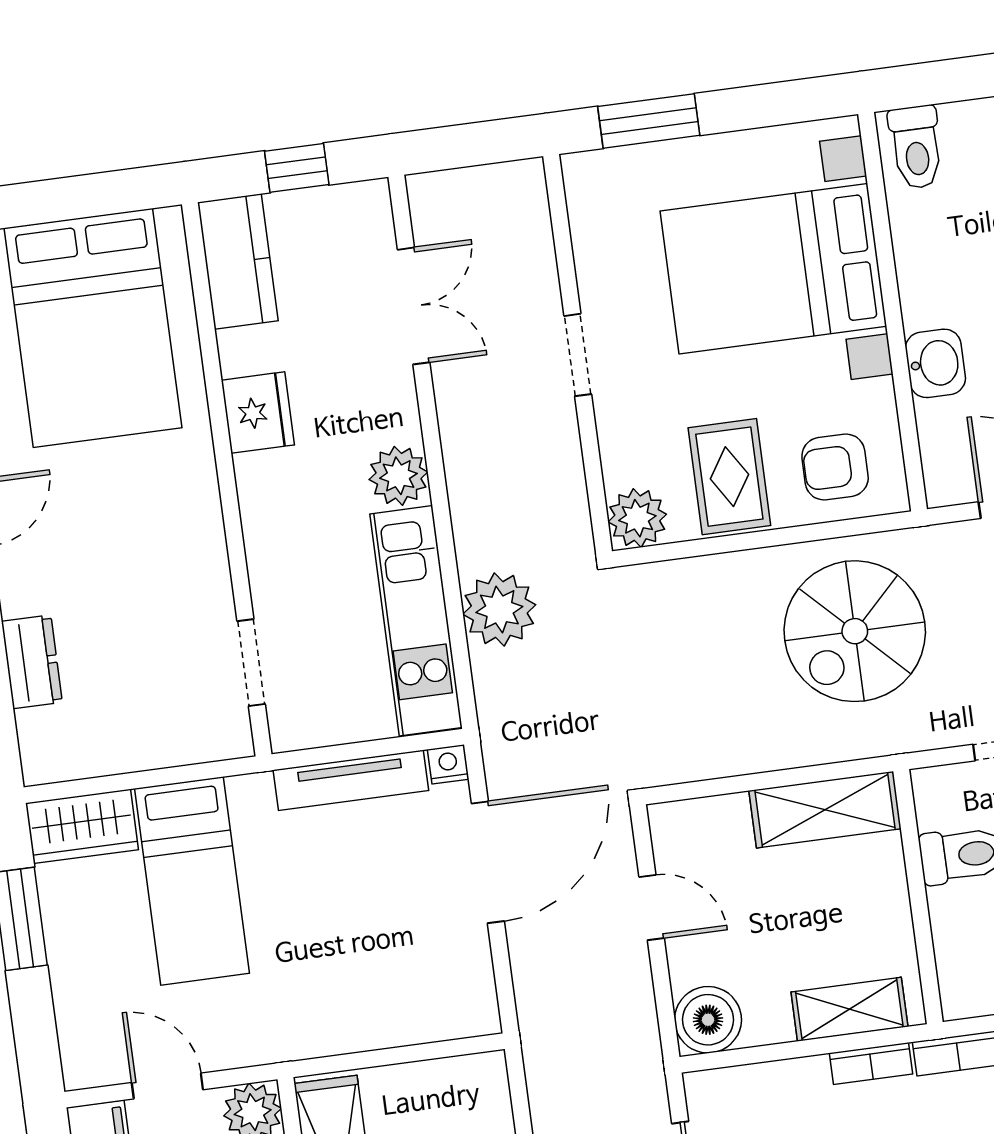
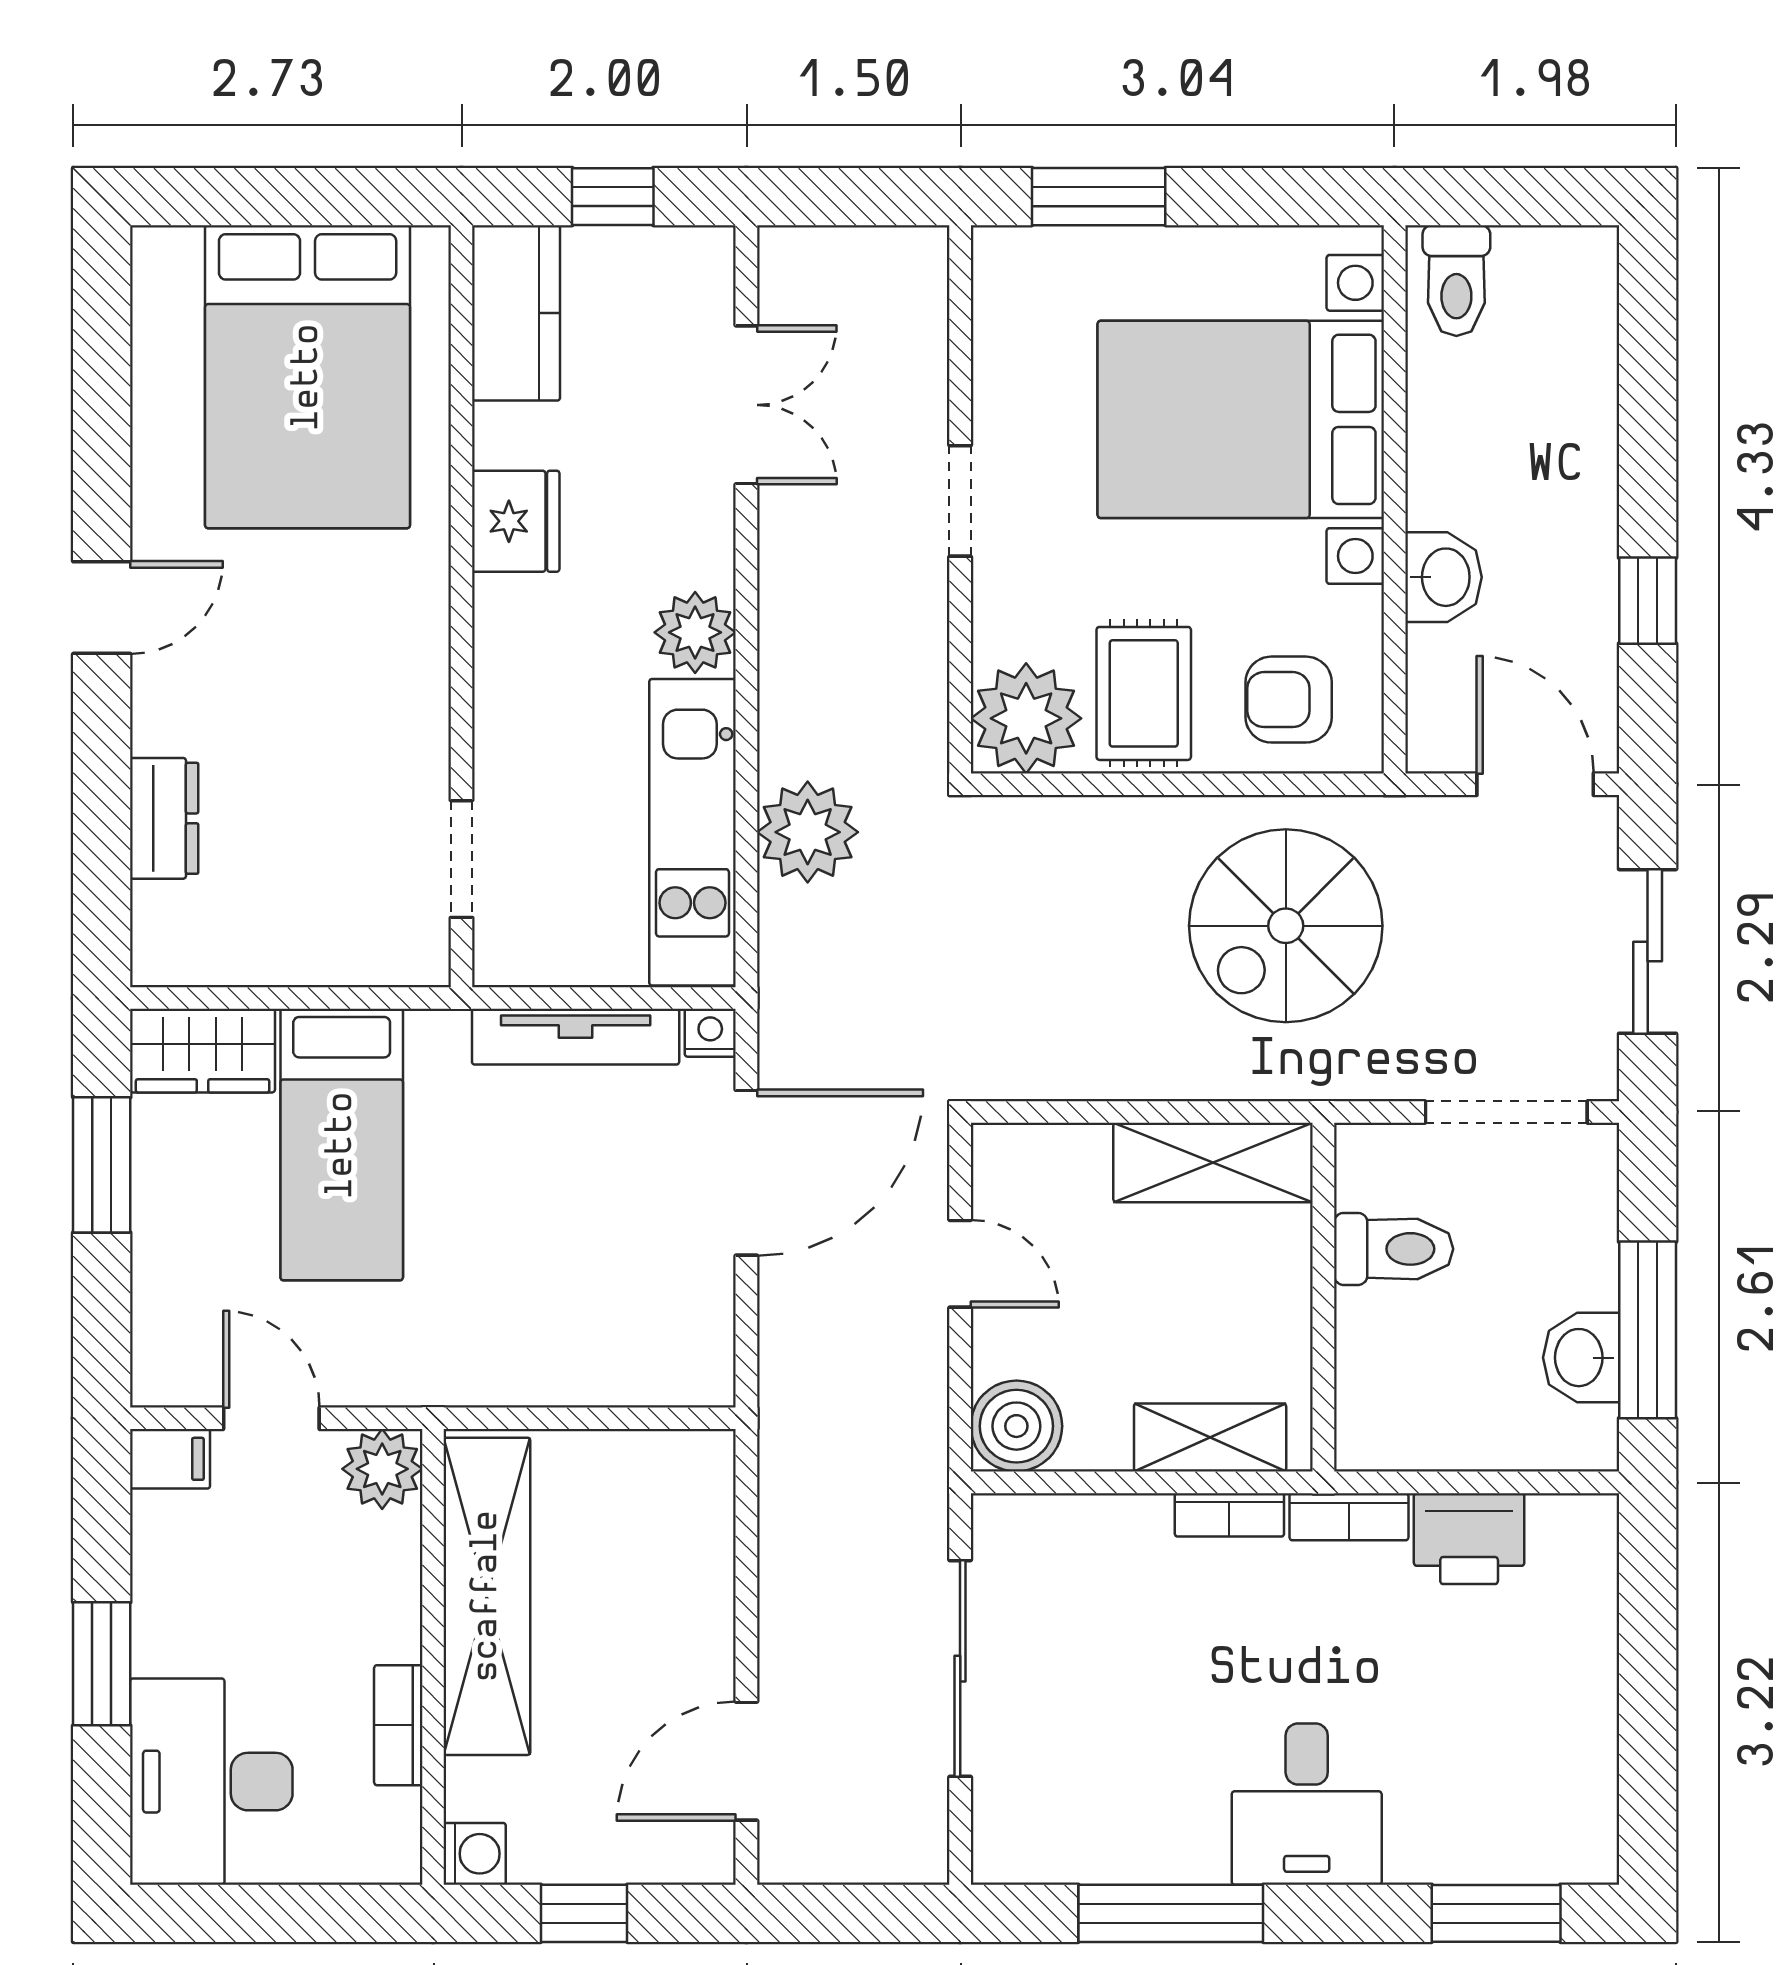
plant: (637, 518) -> (1026, 718), width x1.36, depth x1.36

